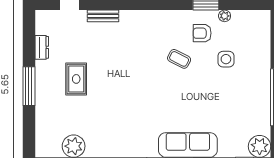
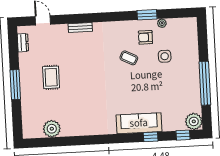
bench: (103, 16) -> (80, 28), moved
dresser: (42, 47) -> (23, 43), moved

